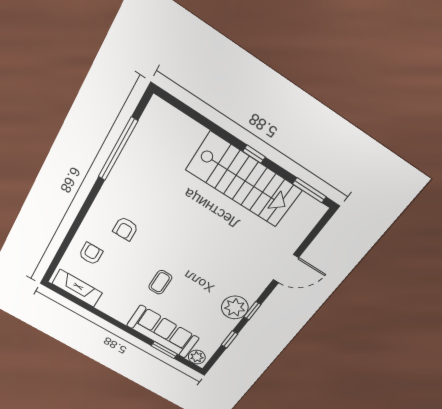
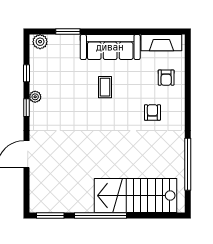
window: (254, 154) -> (101, 215), width x3.17
stairs: (244, 180) -> (136, 196), moved
plant: (235, 307) -> (35, 97), width x0.53, depth x0.53
sofa: (163, 332) -> (110, 47), moved

